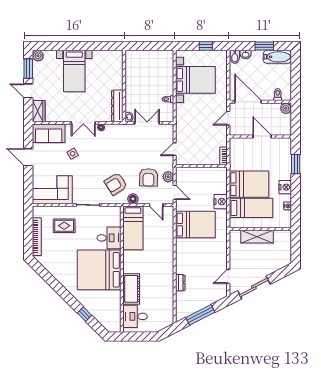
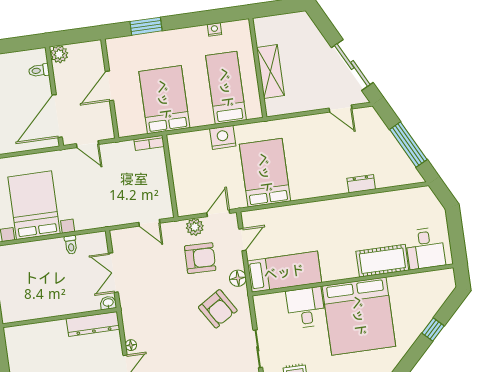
bed: (249, 184) -> (164, 100), moved
nightstand: (285, 187) -> (185, 37), removed

